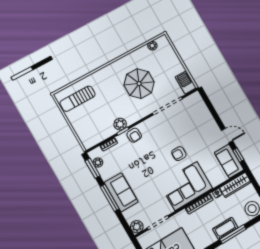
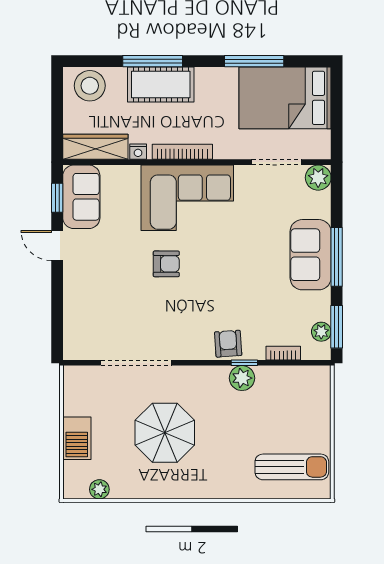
barbecue: (186, 82) -> (77, 438), moved
cot: (225, 228) -> (161, 85), width x1.37, depth x1.34

